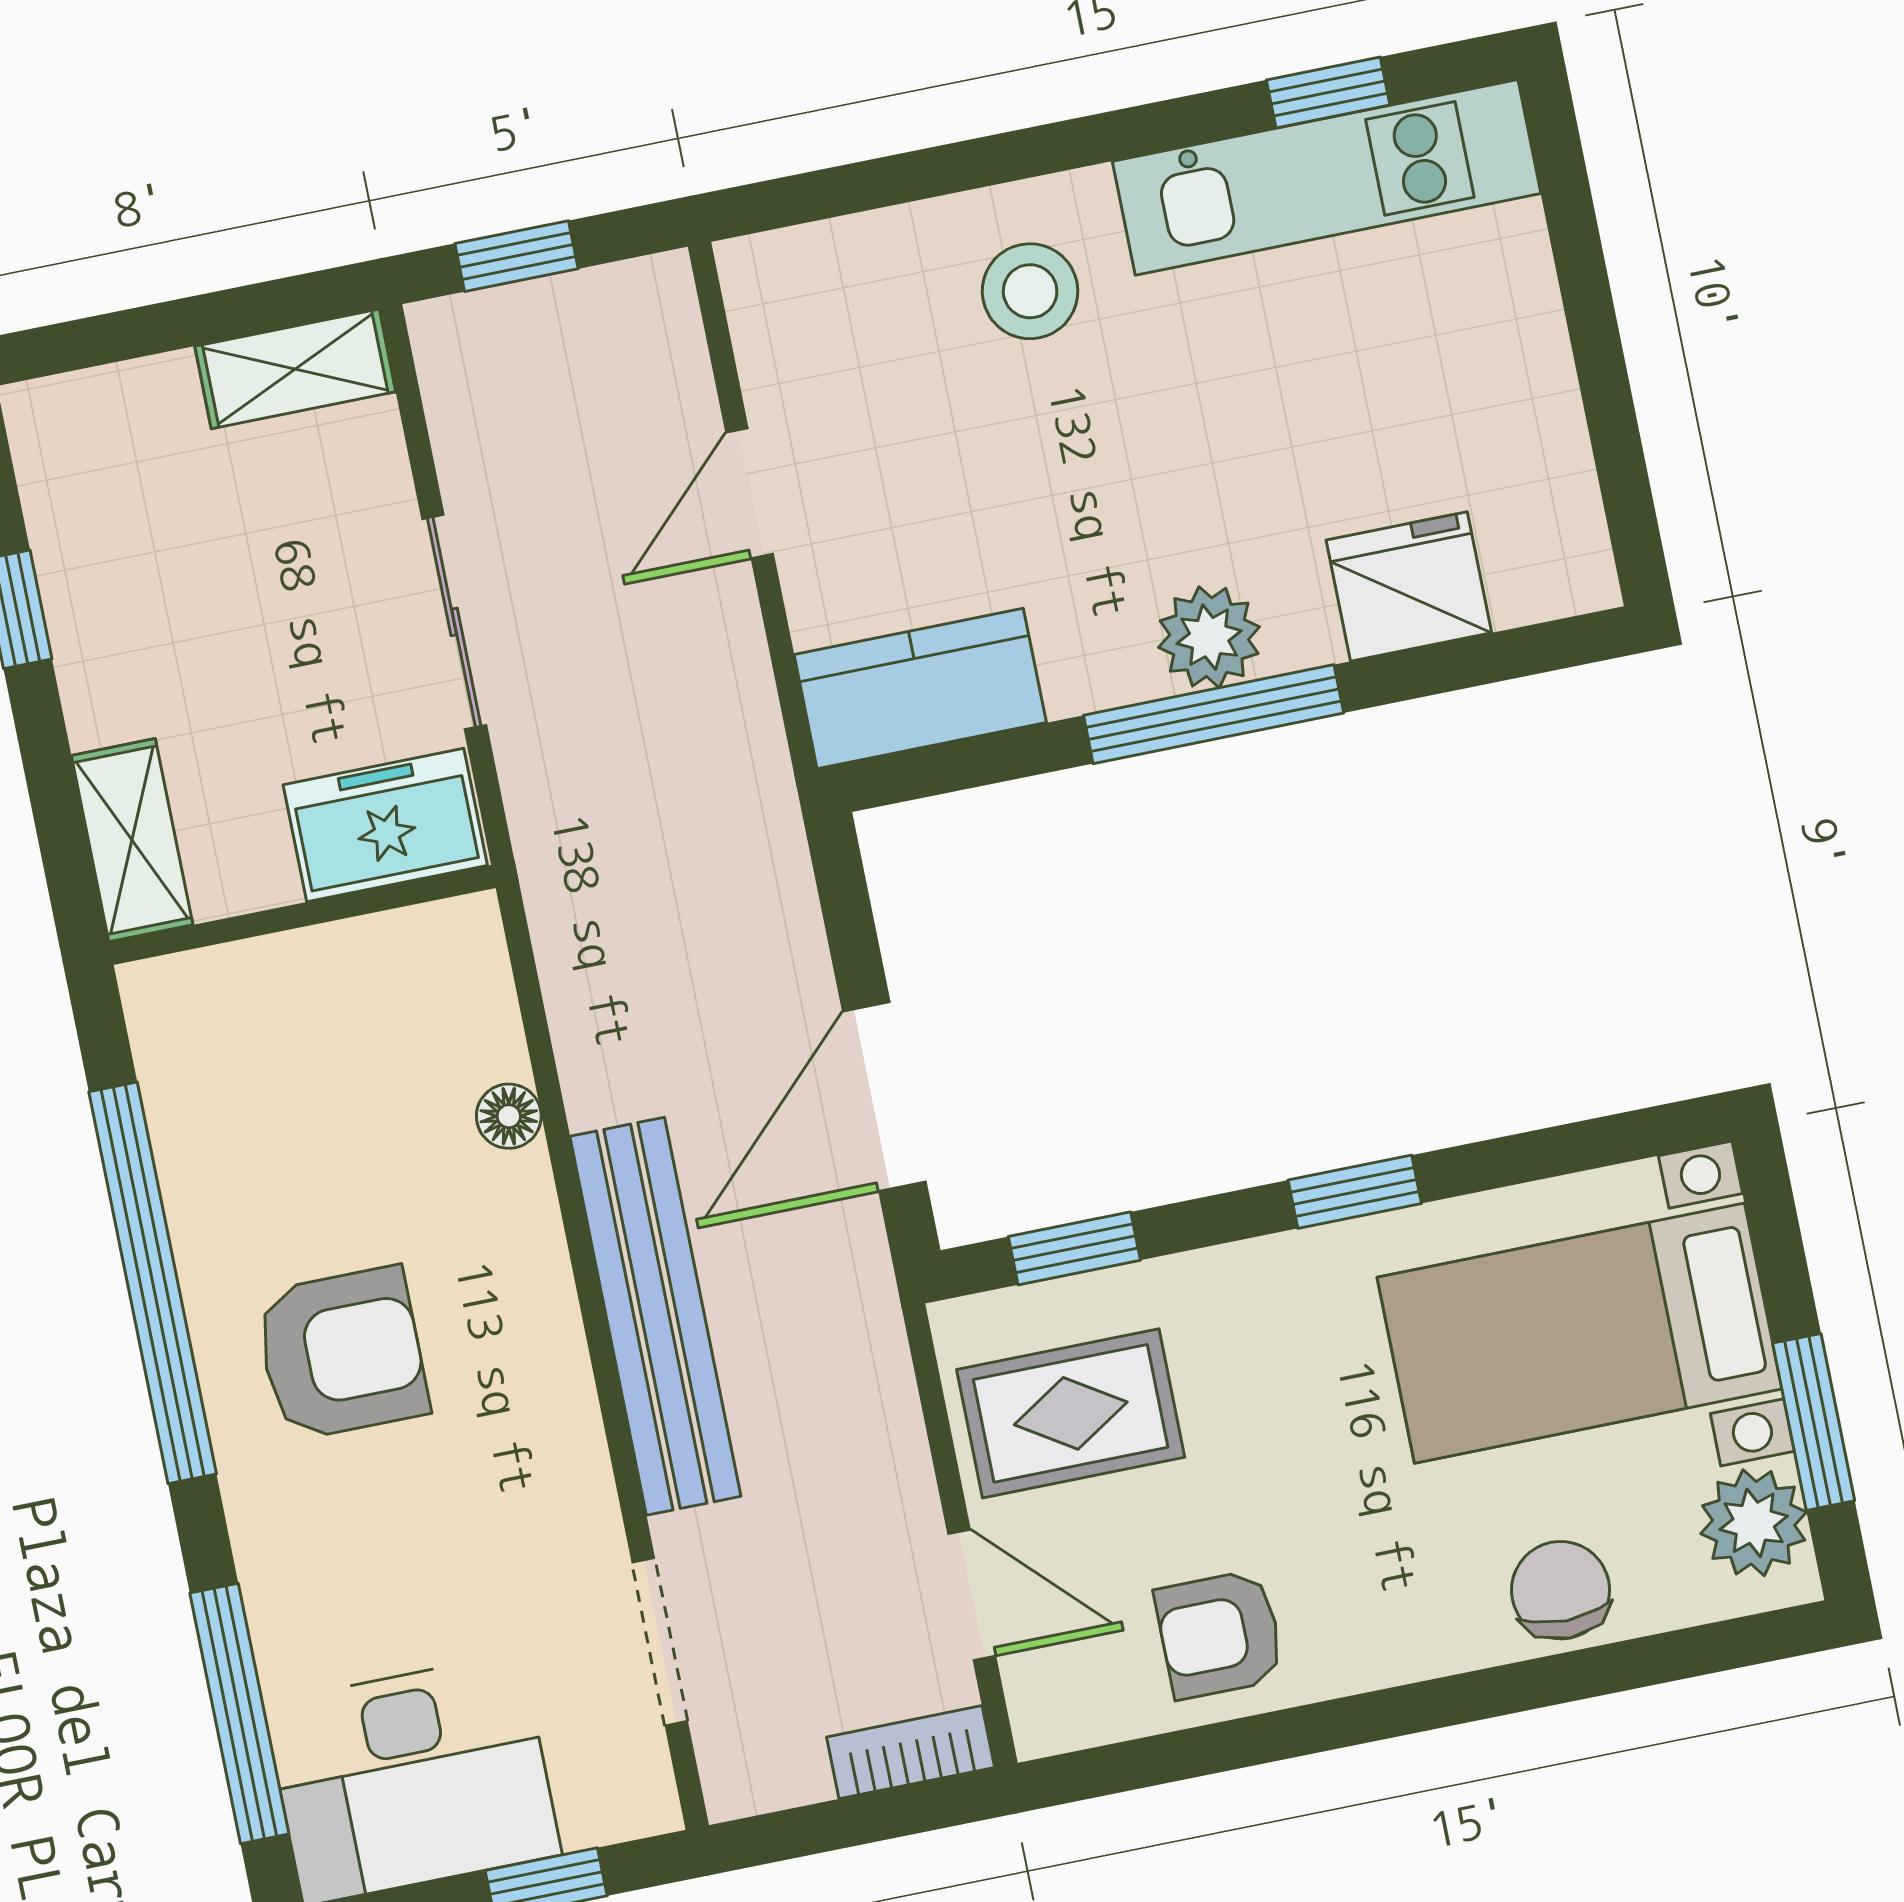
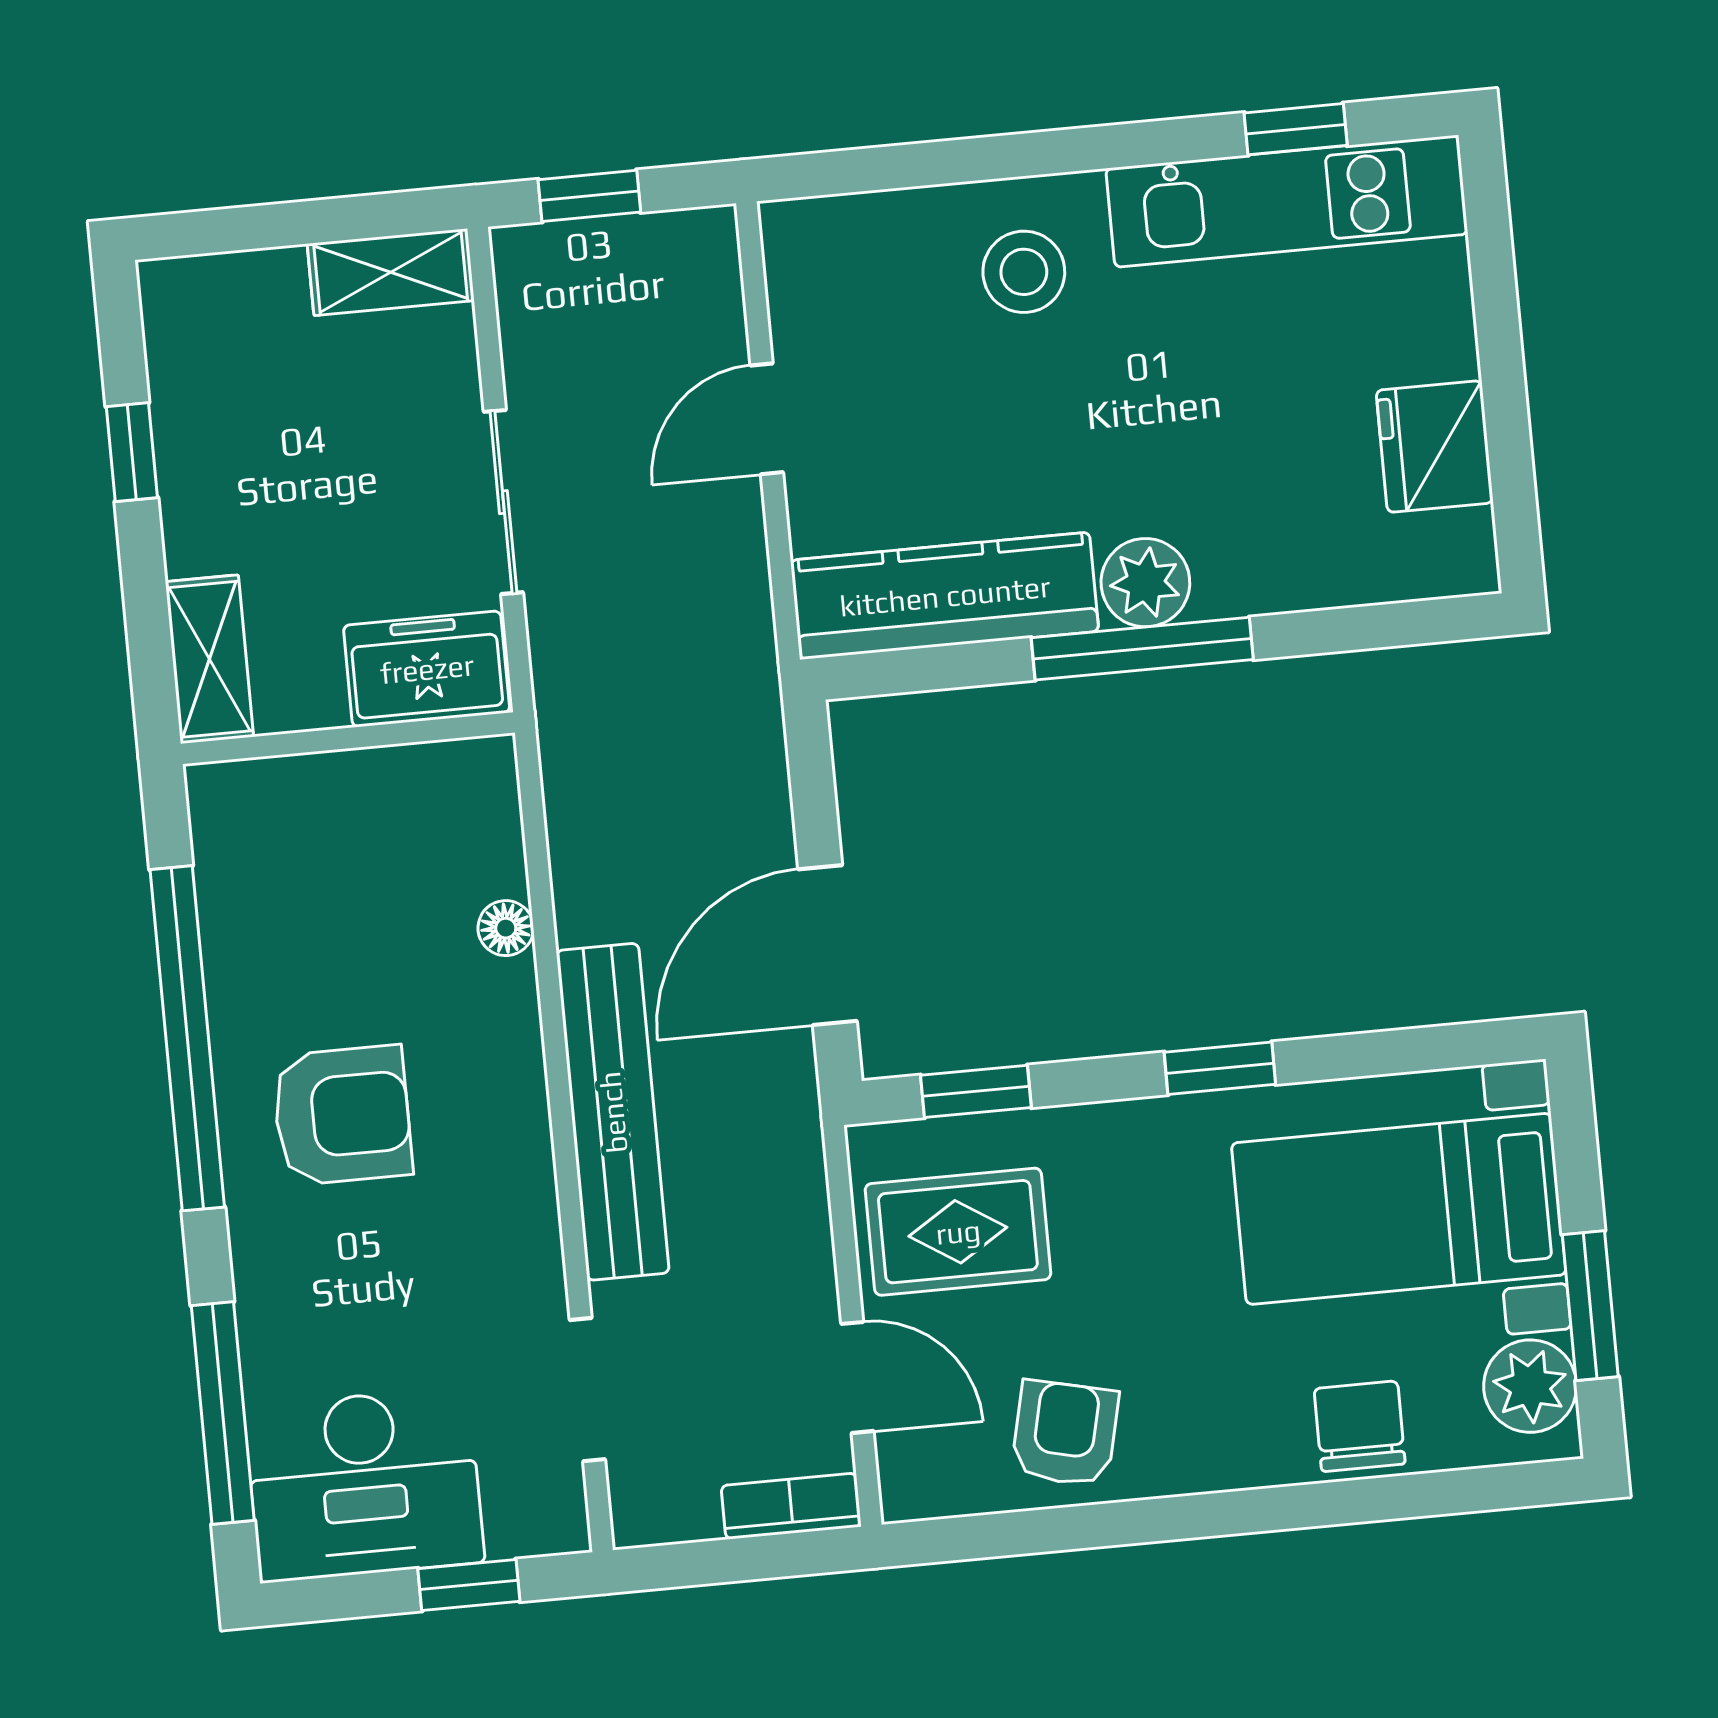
fridge: (1409, 586) -> (1435, 447), moved, turned -90
kitchen counter: (920, 689) -> (945, 596), width x1.50
armchair: (1220, 1634) -> (1065, 1433), turned 103

